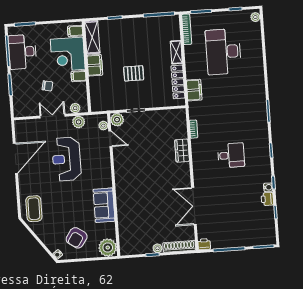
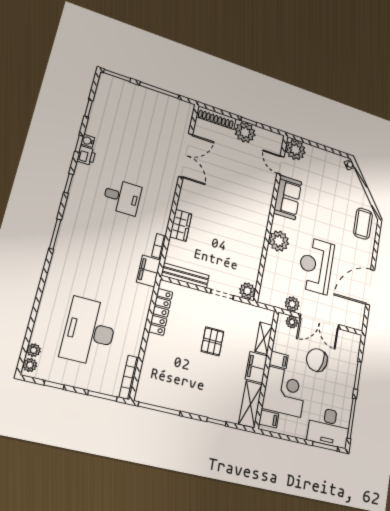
plant: (256, 27) -> (34, 350), added
desk: (23, 52) -> (329, 427), moved, turned 90
shelving: (176, 52) -> (264, 338), moved
desk: (223, 52) -> (89, 332), turned 180
pallet: (134, 73) -> (212, 341), turned 90
chair: (47, 86) -> (317, 360), width x1.87, depth x1.87
filing cabinet: (194, 90) -> (149, 271), moved
bench: (168, 114) -> (185, 275), added
double door: (53, 116) -> (320, 321), width x1.37
plant: (103, 126) -> (279, 241), moved, width x1.87, depth x1.87
door: (110, 139) -> (280, 165), moved
desk: (231, 155) -> (122, 197), turned 180
reception desk: (66, 159) -> (316, 265), turned 180
printer: (267, 199) -> (86, 156), moved
armchair: (77, 238) -> (326, 174), removed
printer: (204, 244) -> (187, 108), removed
plant: (157, 248) -> (245, 132), width x1.87, depth x1.87

